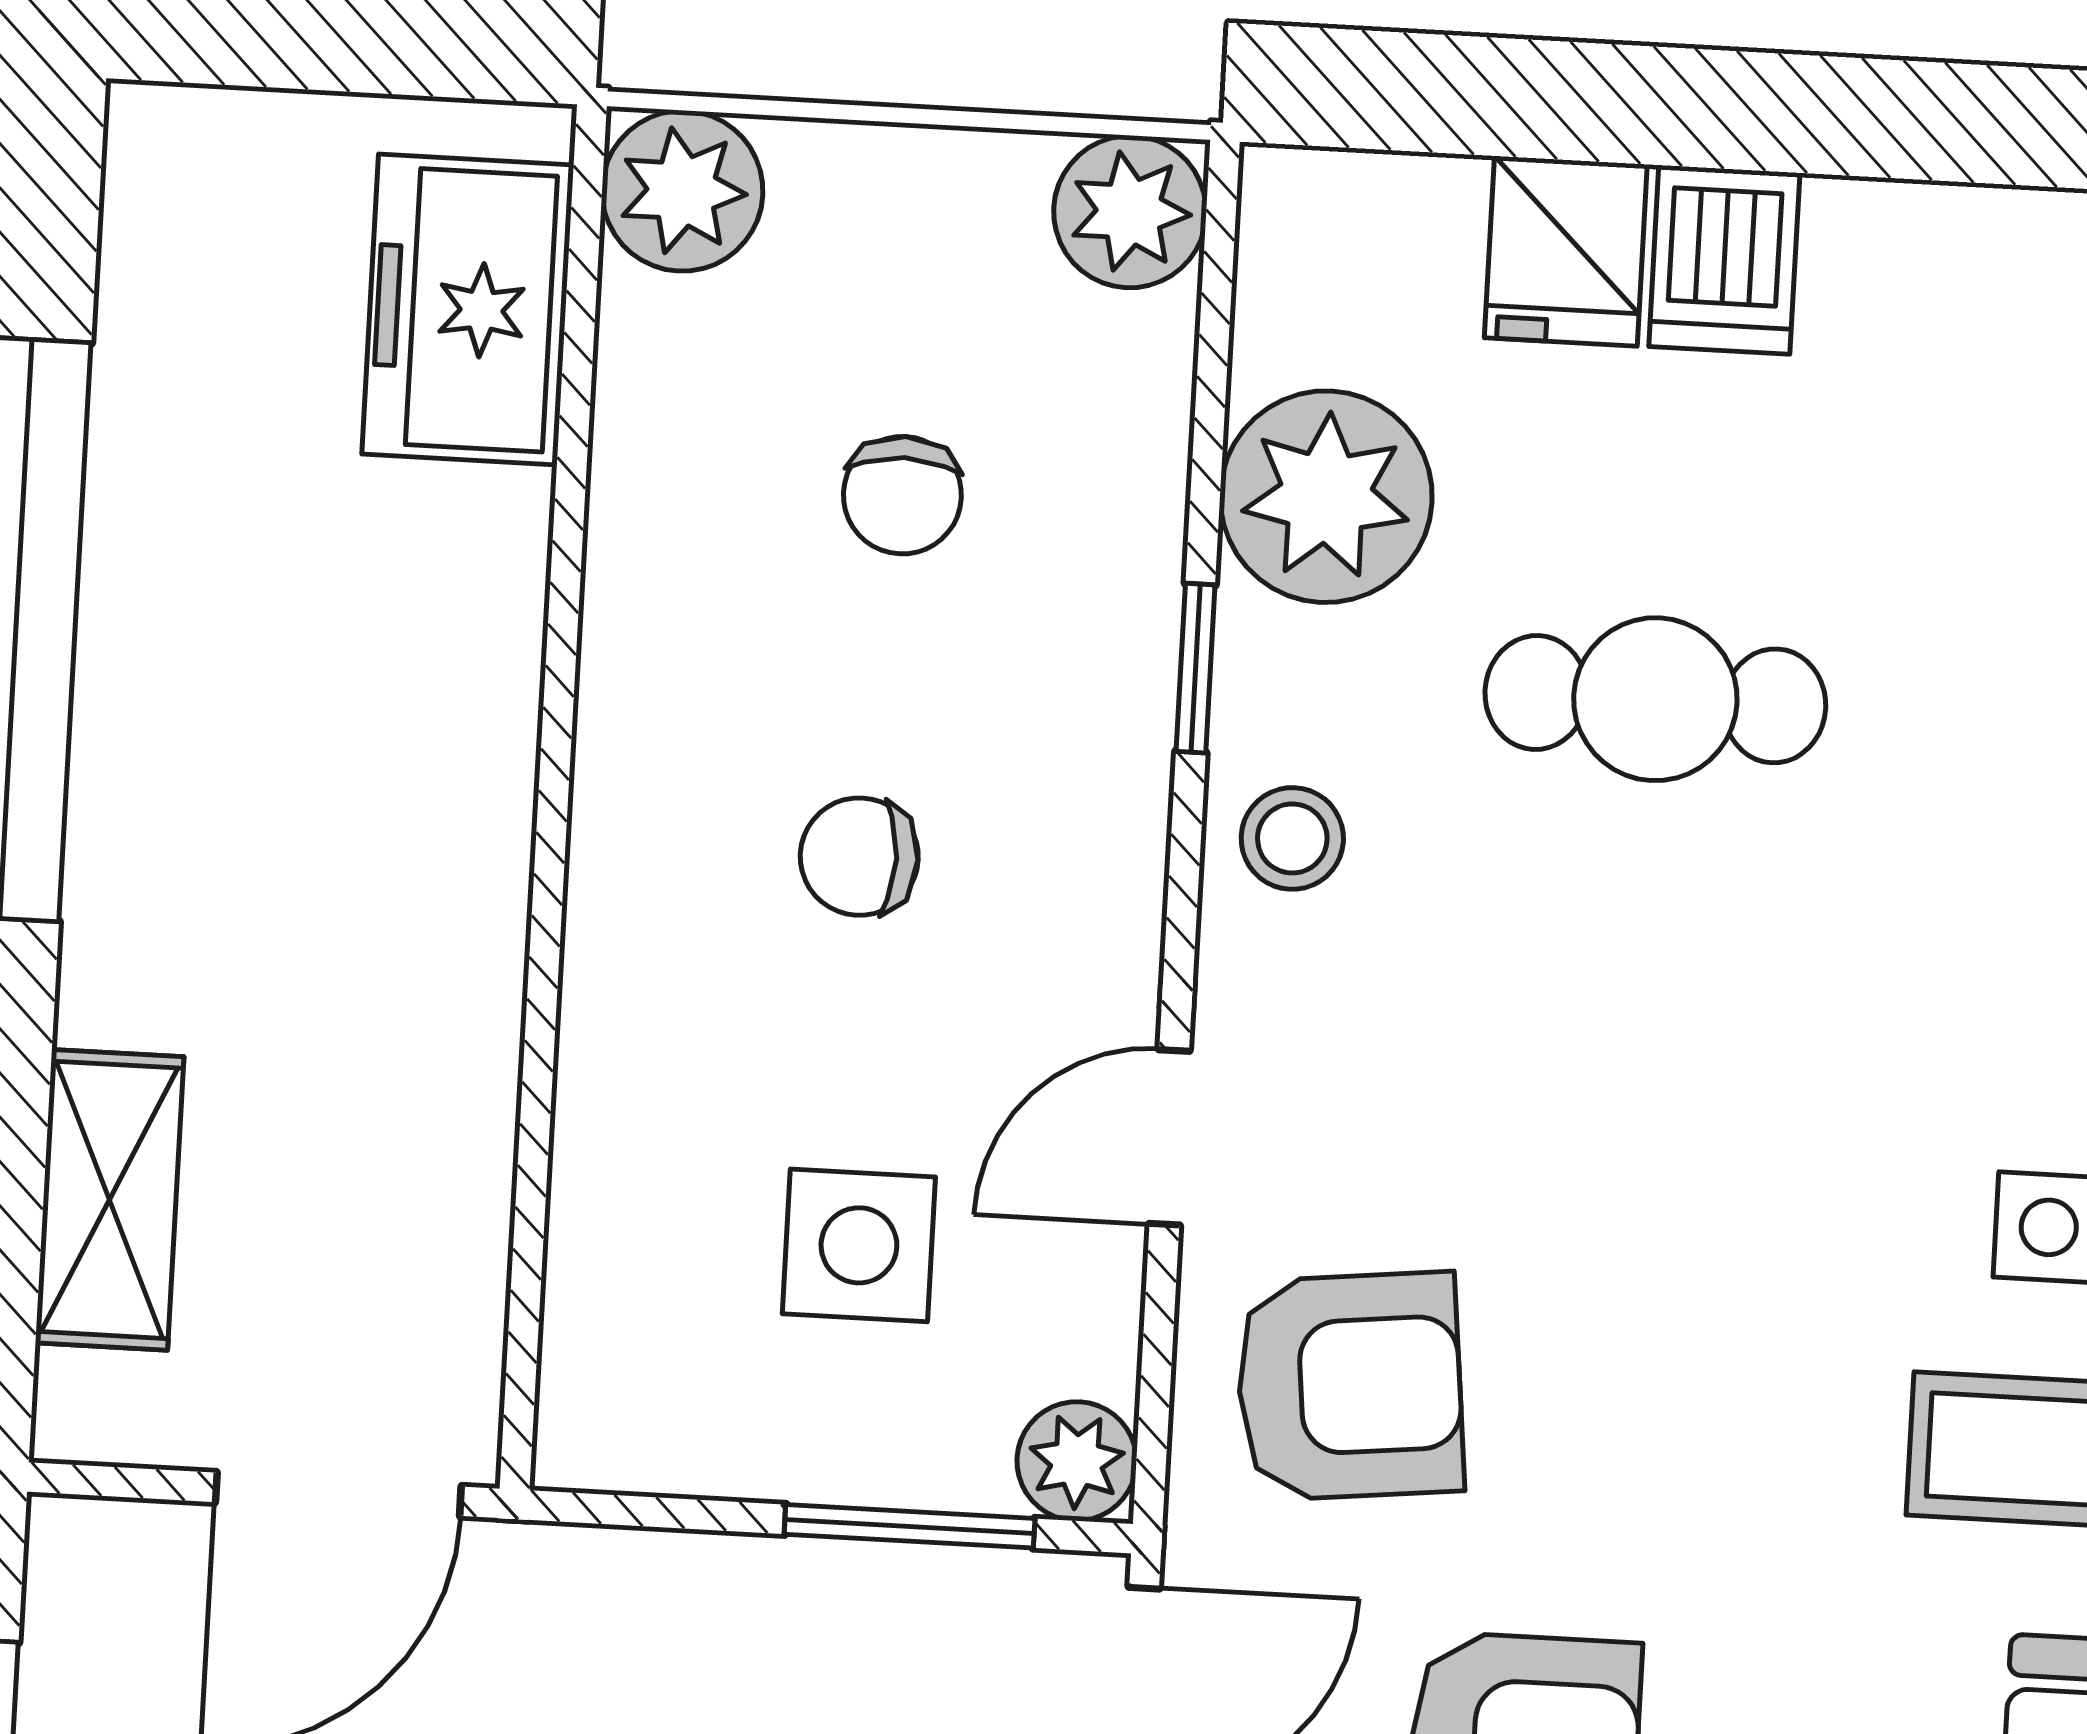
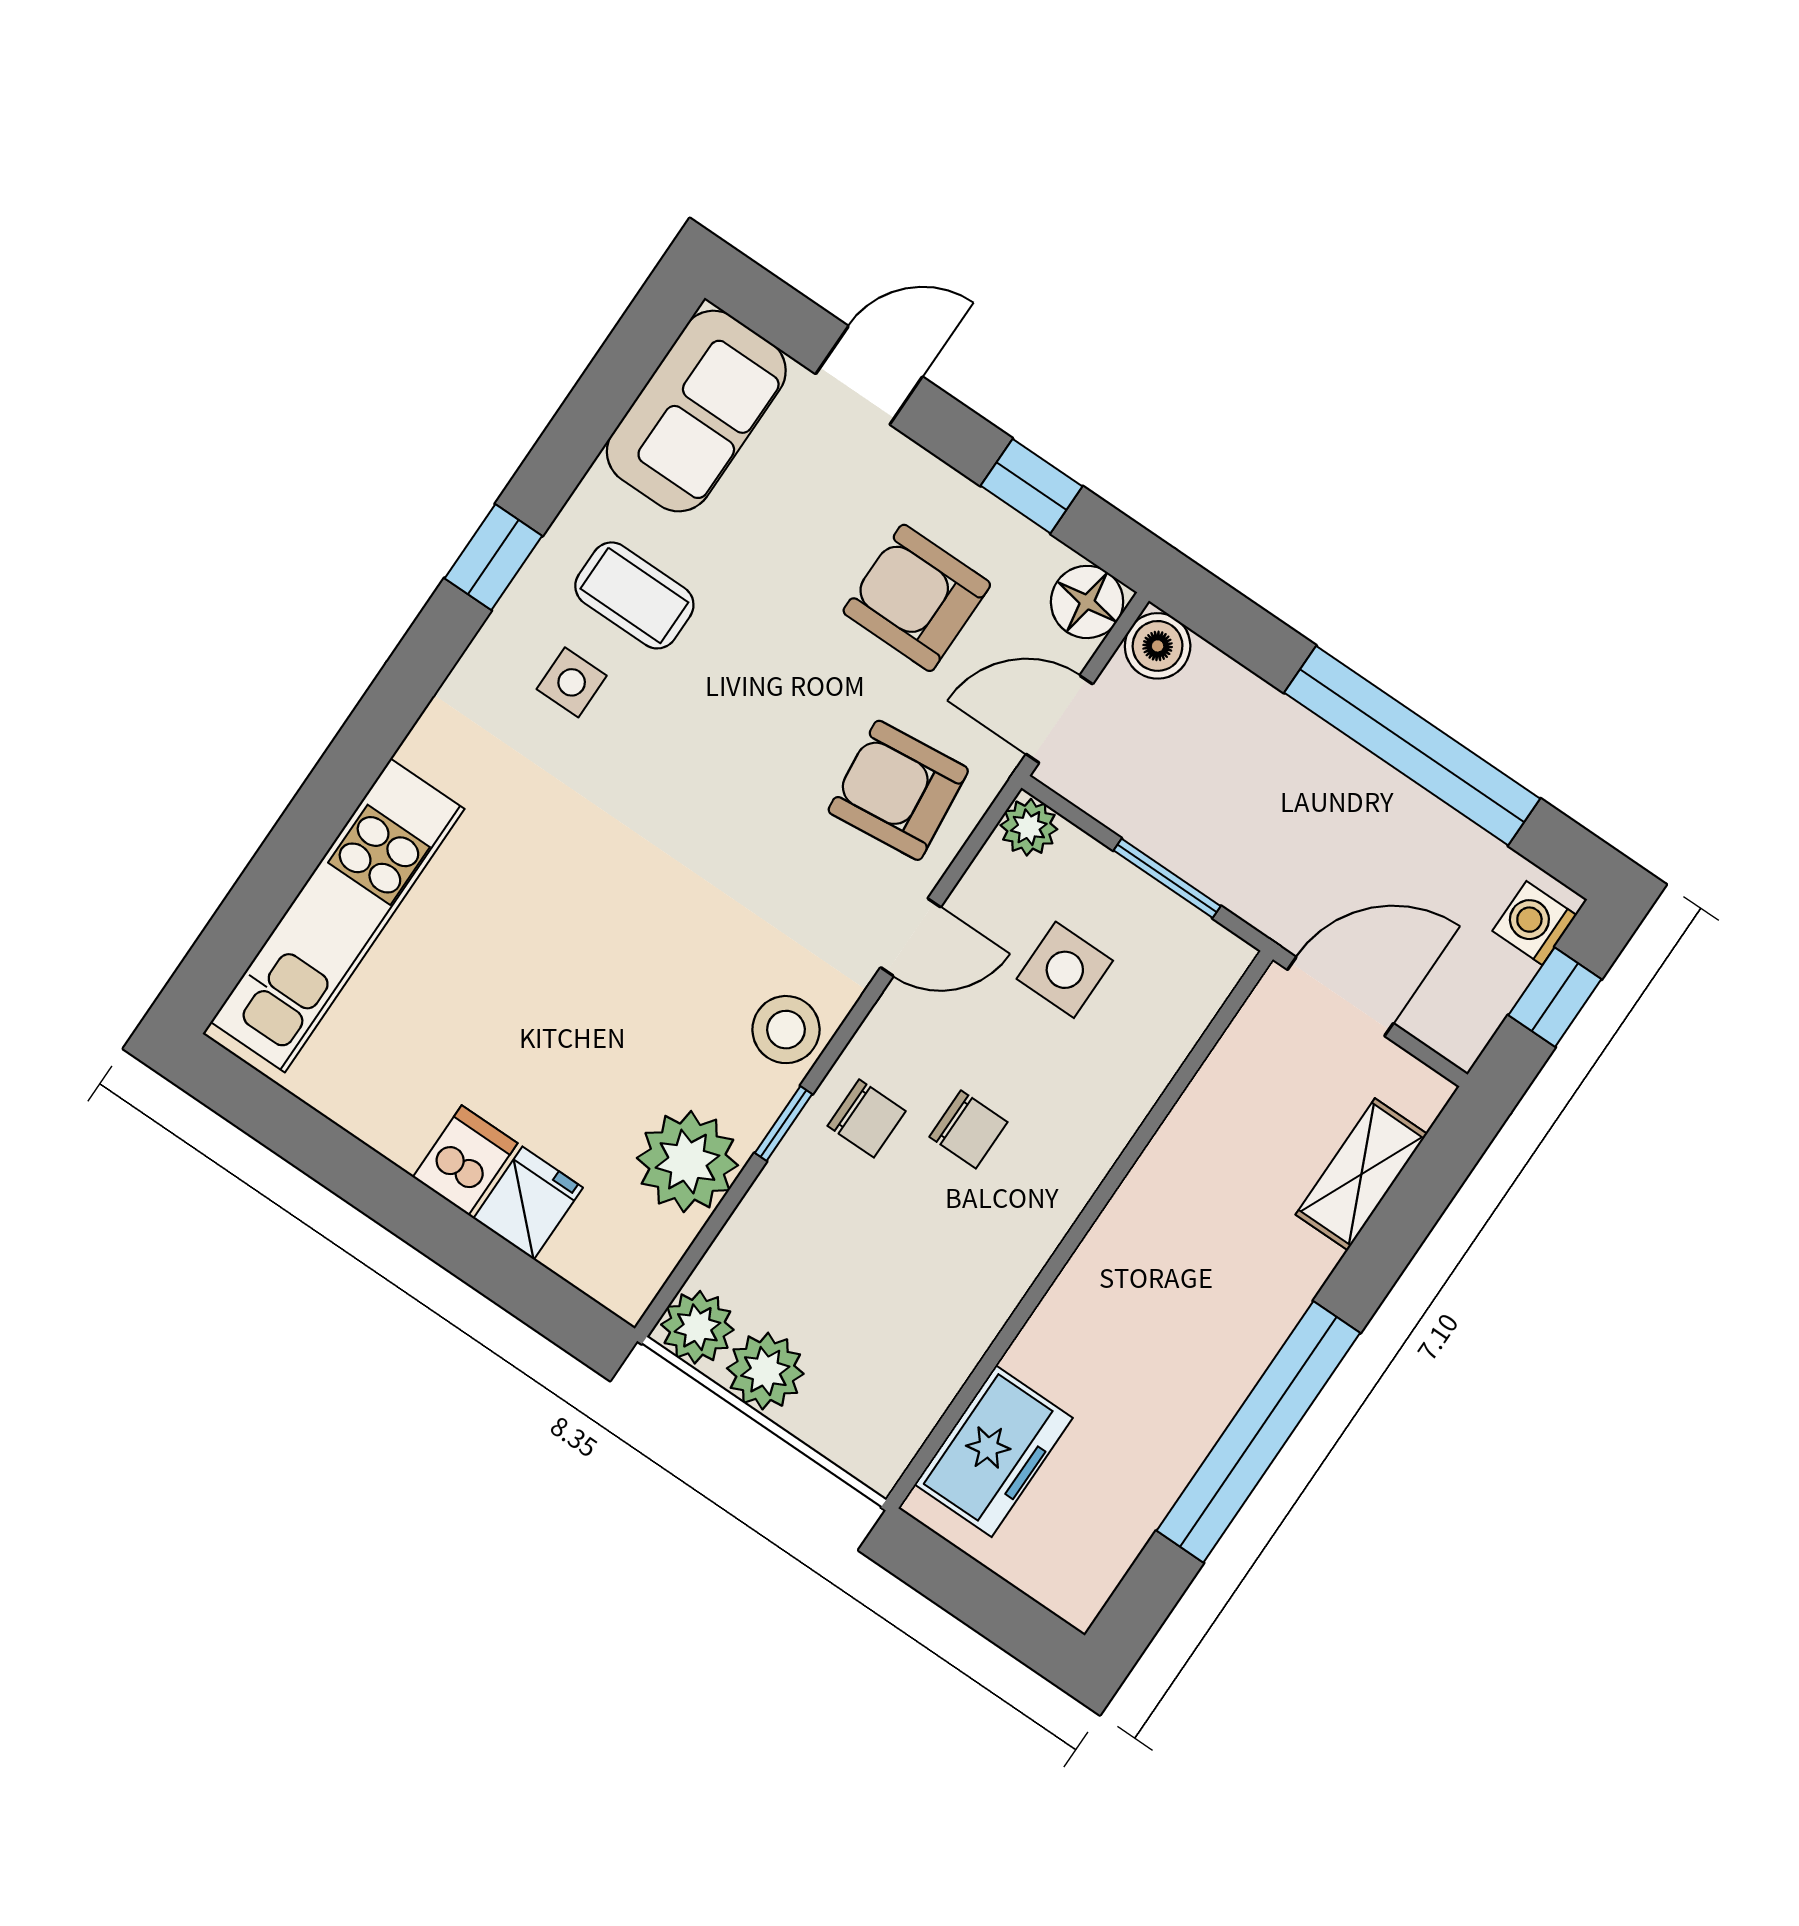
plant: (682, 191) -> (765, 1371), moved
chair: (902, 495) -> (867, 1118), moved, turned 90
cafe table: (1655, 699) -> (602, 997), removed
stool: (1292, 838) -> (786, 1030), width x1.37, depth x1.37
window: (910, 1526) -> (1167, 878), moved

